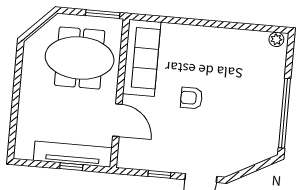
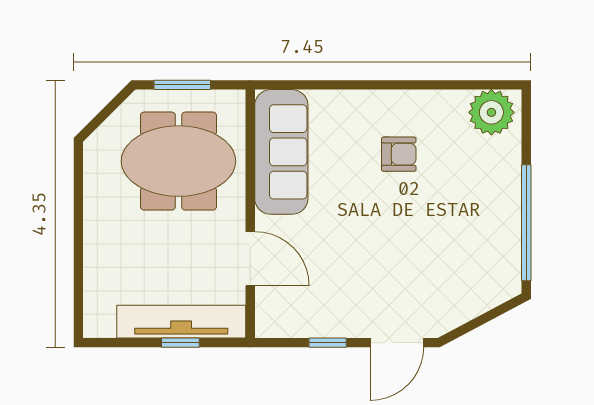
window: (103, 14) -> (182, 85), moved
plant: (276, 39) -> (491, 112), width x1.88, depth x1.88
armchair: (191, 98) -> (399, 154), moved, turned 180

